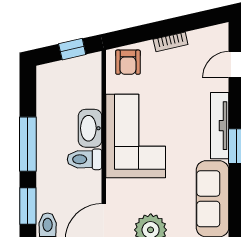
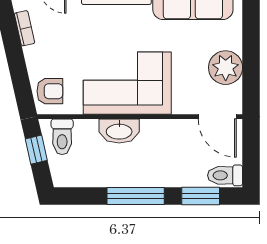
bookcase: (171, 42) -> (25, 28), moved
toilet: (84, 159) -> (62, 137), moved

